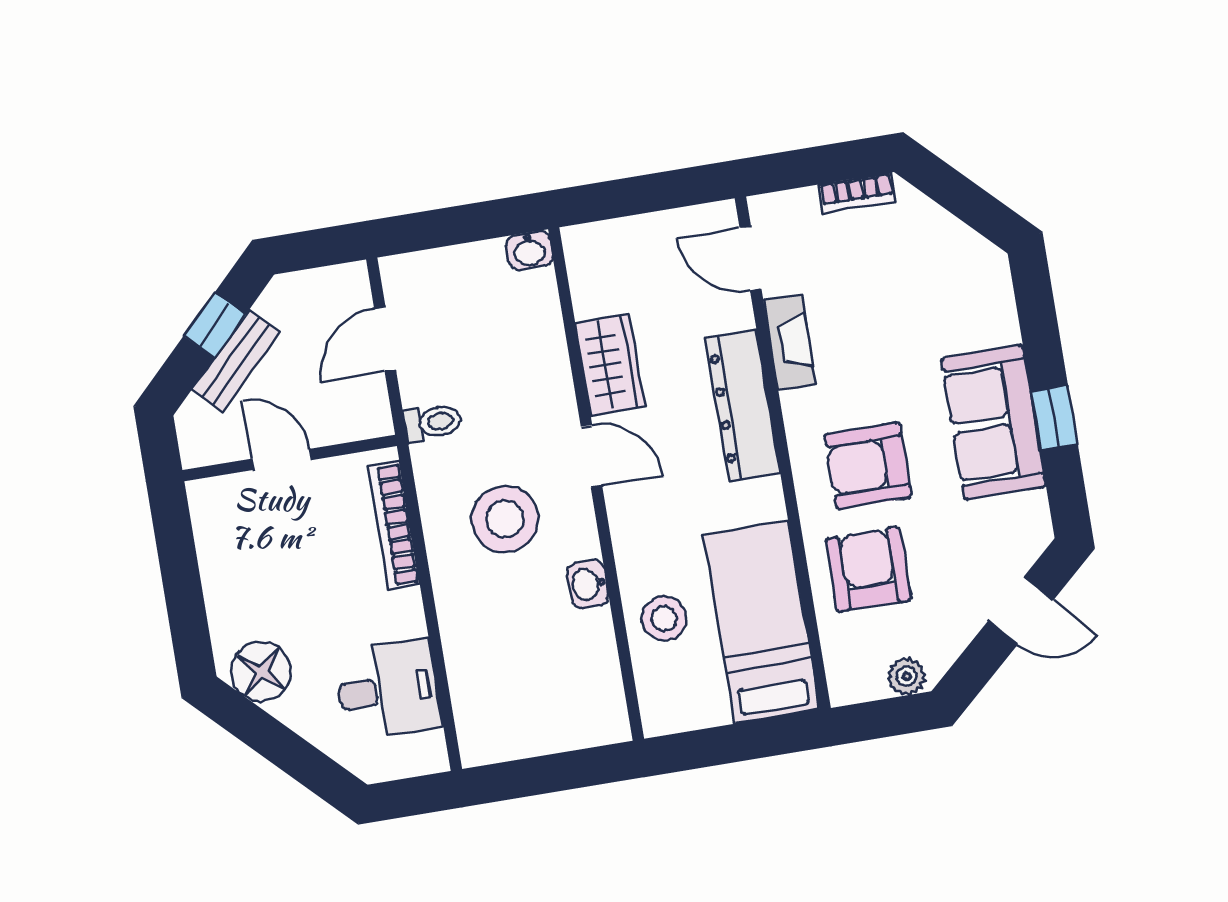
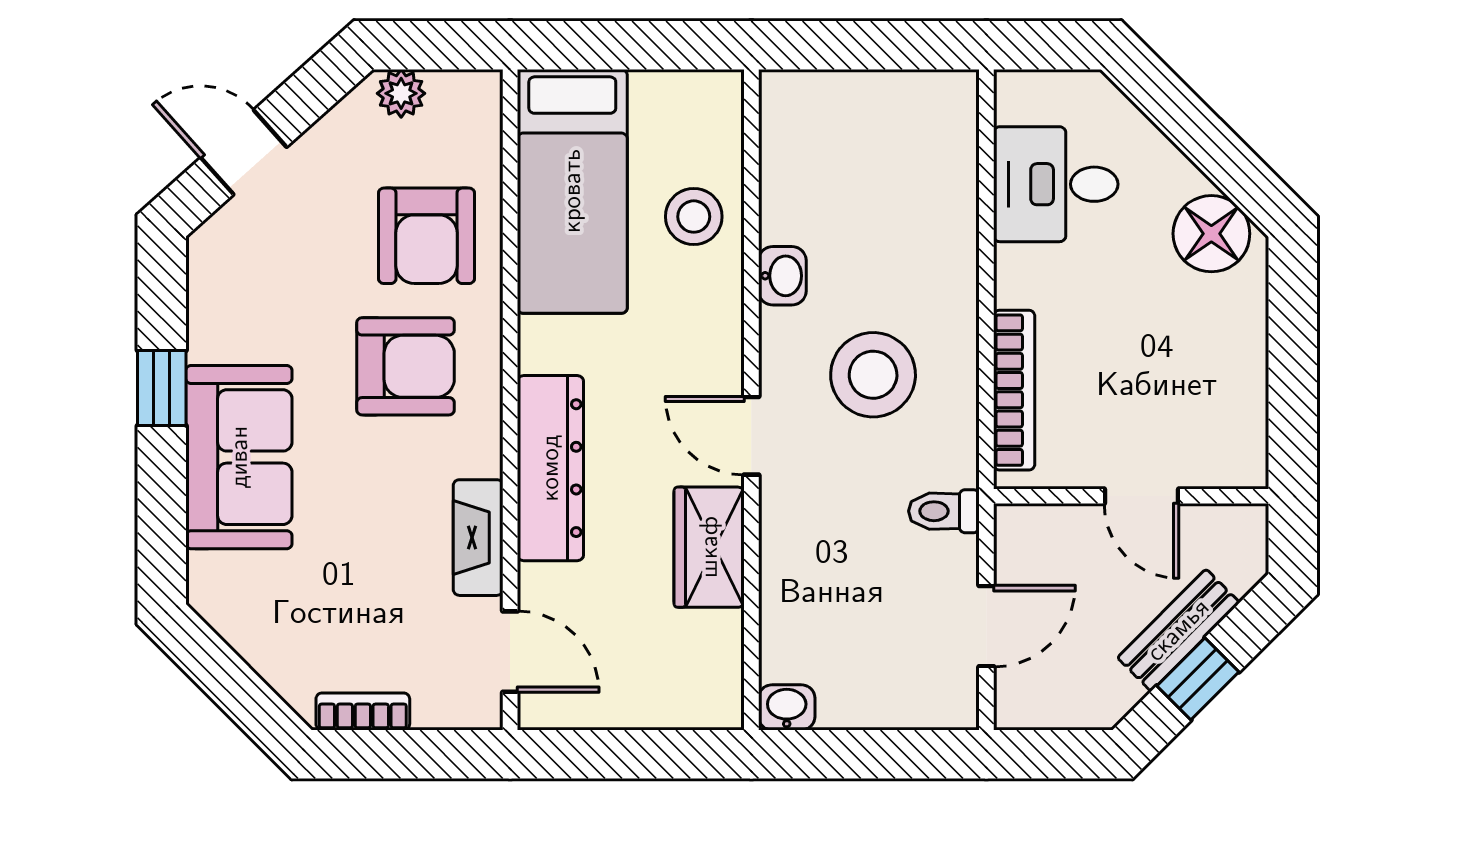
sofa: (993, 422) -> (239, 457), moved

